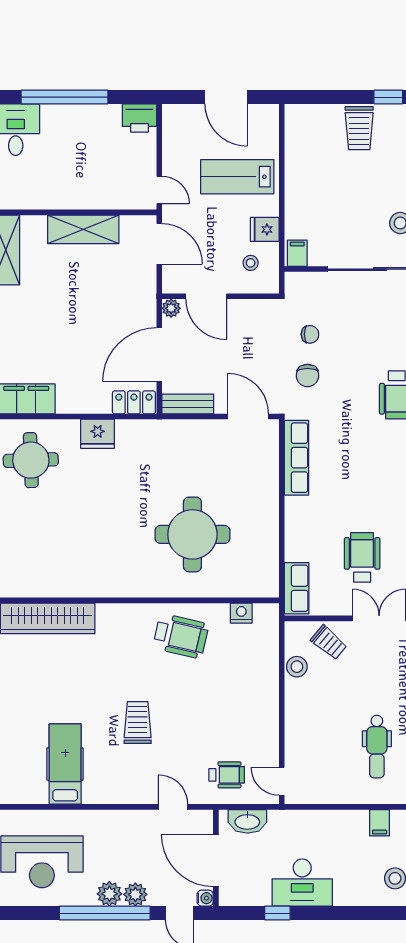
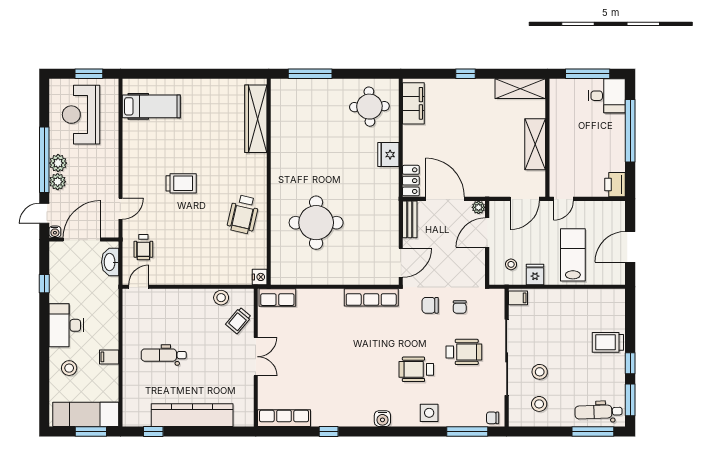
wheelchair: (362, 557) -> (464, 352), moved
nightstand: (241, 613) -> (260, 277), moved
hospital bed: (65, 764) -> (151, 106), moved
desk: (302, 883) -> (66, 325), moved

